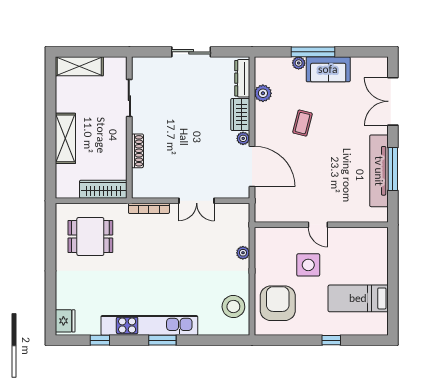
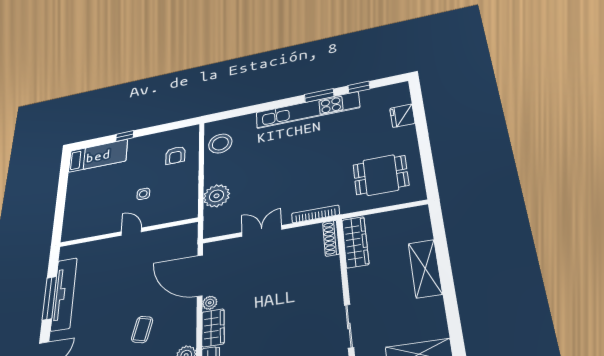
shoe rack: (138, 151) -> (331, 238), moved
wardrobe: (103, 189) -> (355, 242), moved, turned -90
plant: (243, 253) -> (217, 196), width x1.87, depth x1.87
side table: (308, 265) -> (143, 194), width x0.54, depth x0.54
bed: (358, 298) -> (98, 156), moved
armchair: (278, 303) -> (175, 155), width x0.53, depth x0.53
fridge: (65, 321) -> (402, 116), moved
window: (162, 340) -> (319, 95), moved

